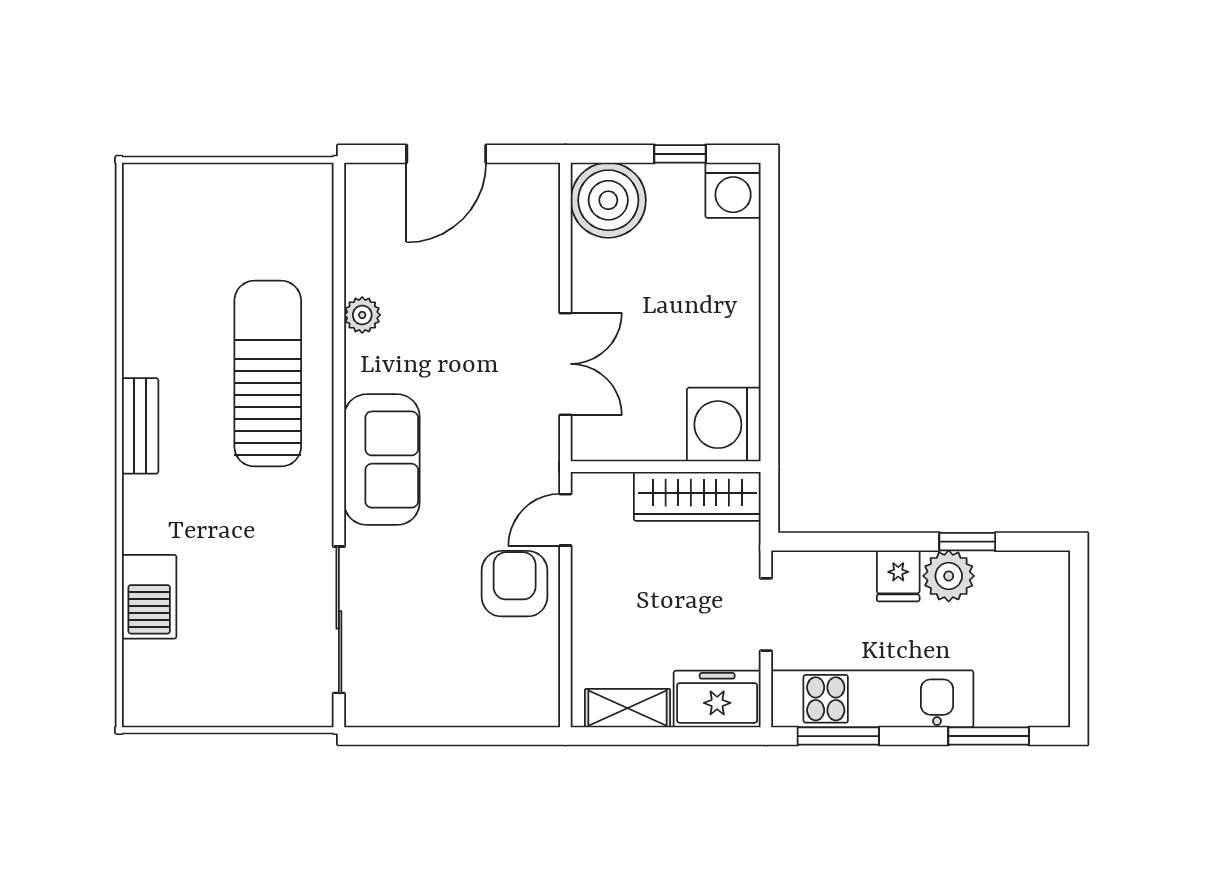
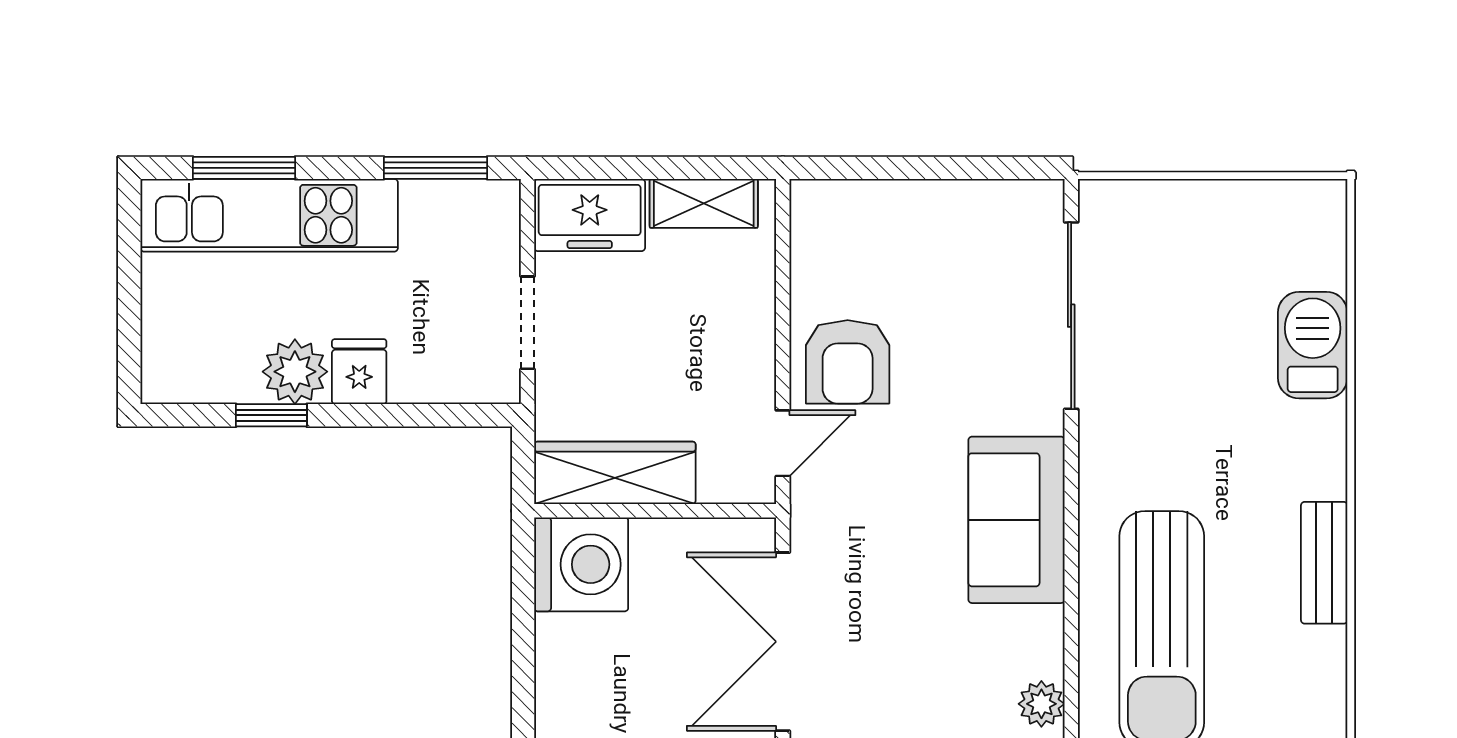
double door: (565, 364) -> (783, 642), width x1.37
kitchen unit: (872, 699) -> (269, 215), moved

